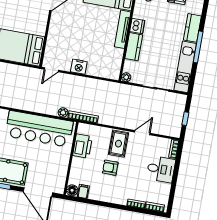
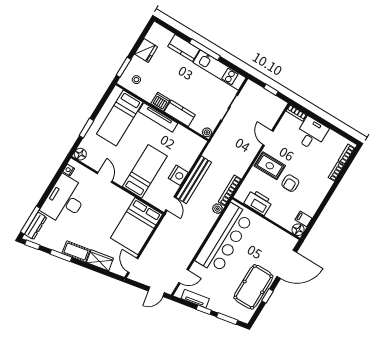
bed: (71, 36) -> (145, 171), added
bench: (80, 82) -> (194, 180), added

